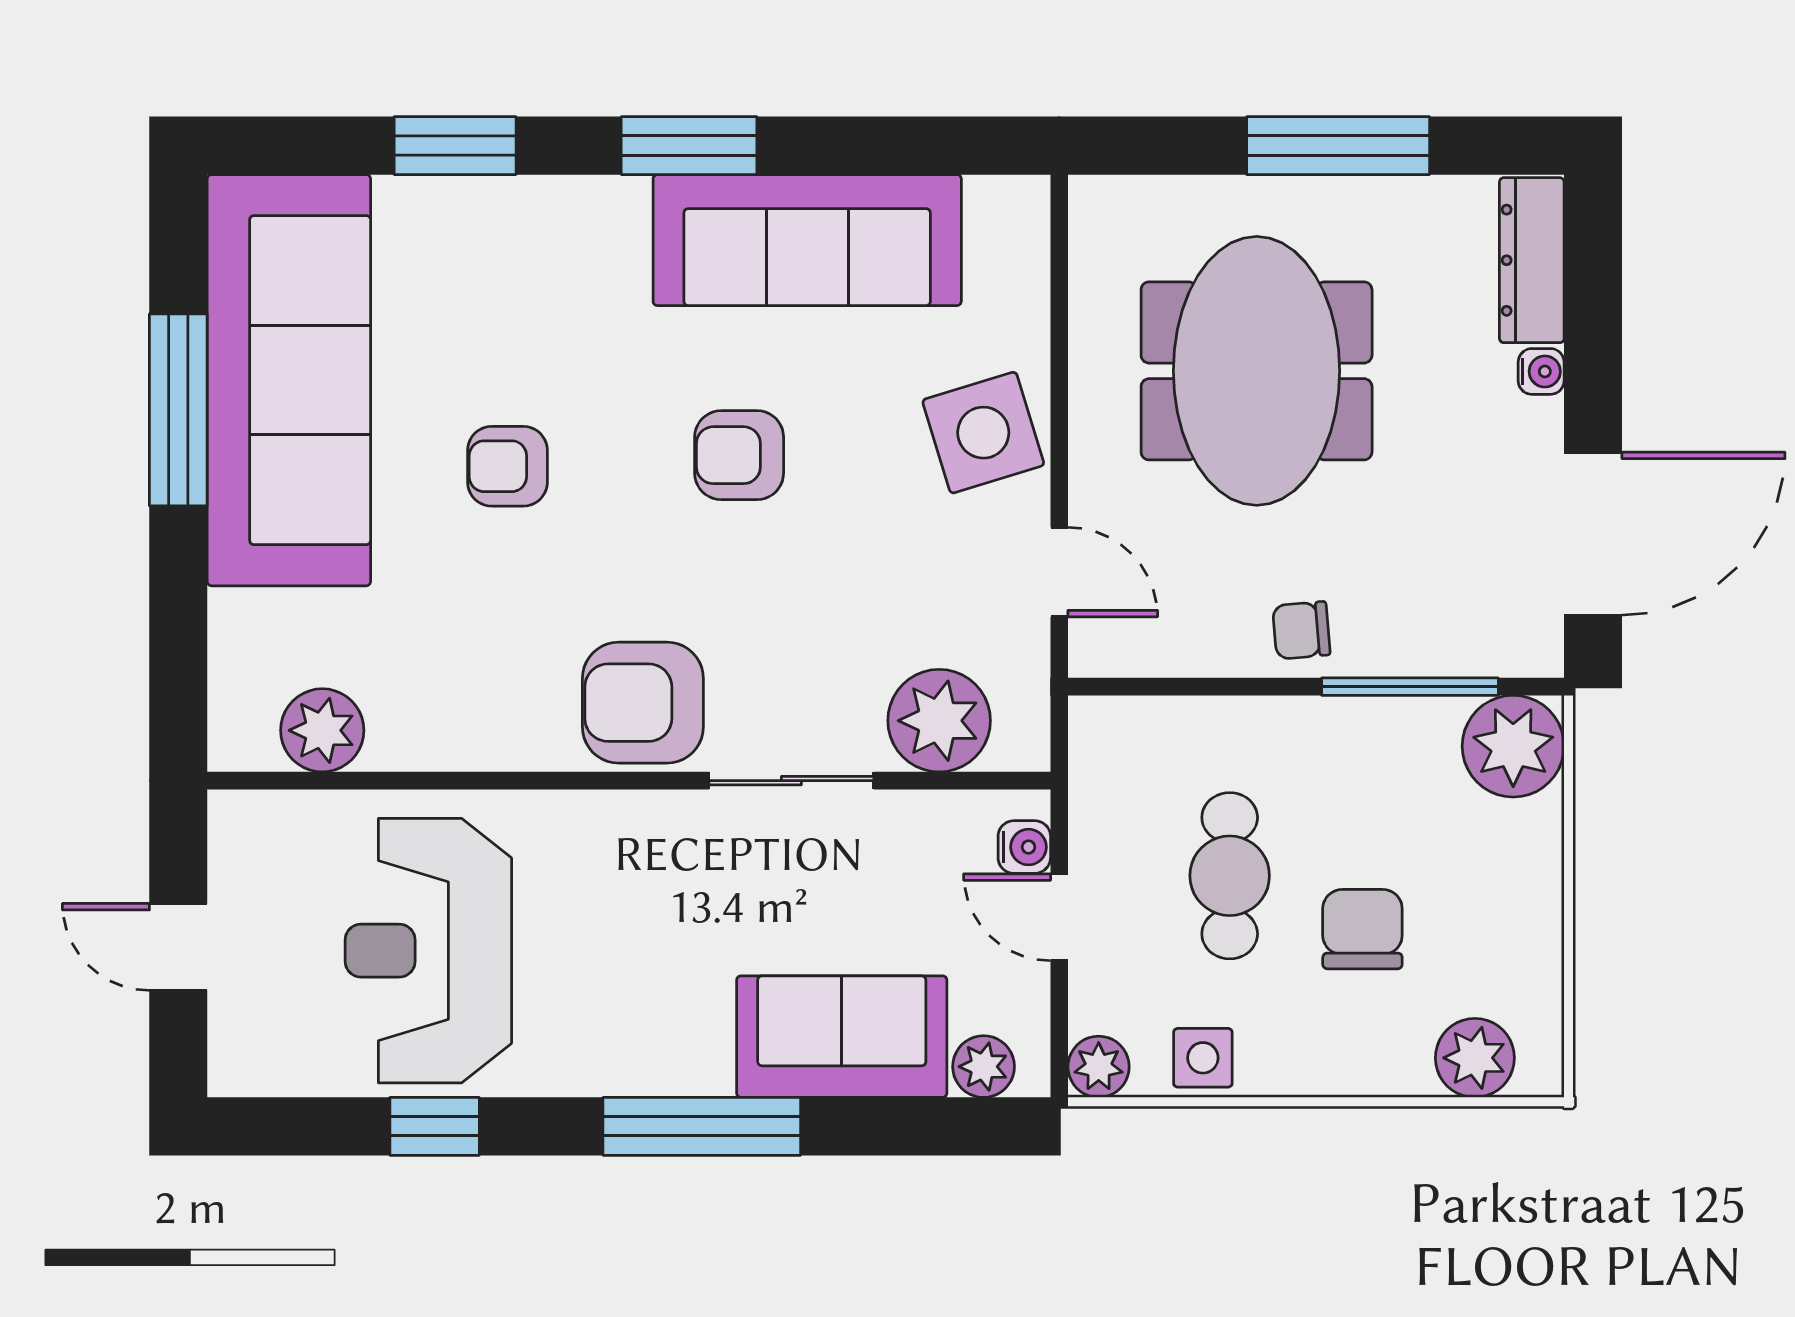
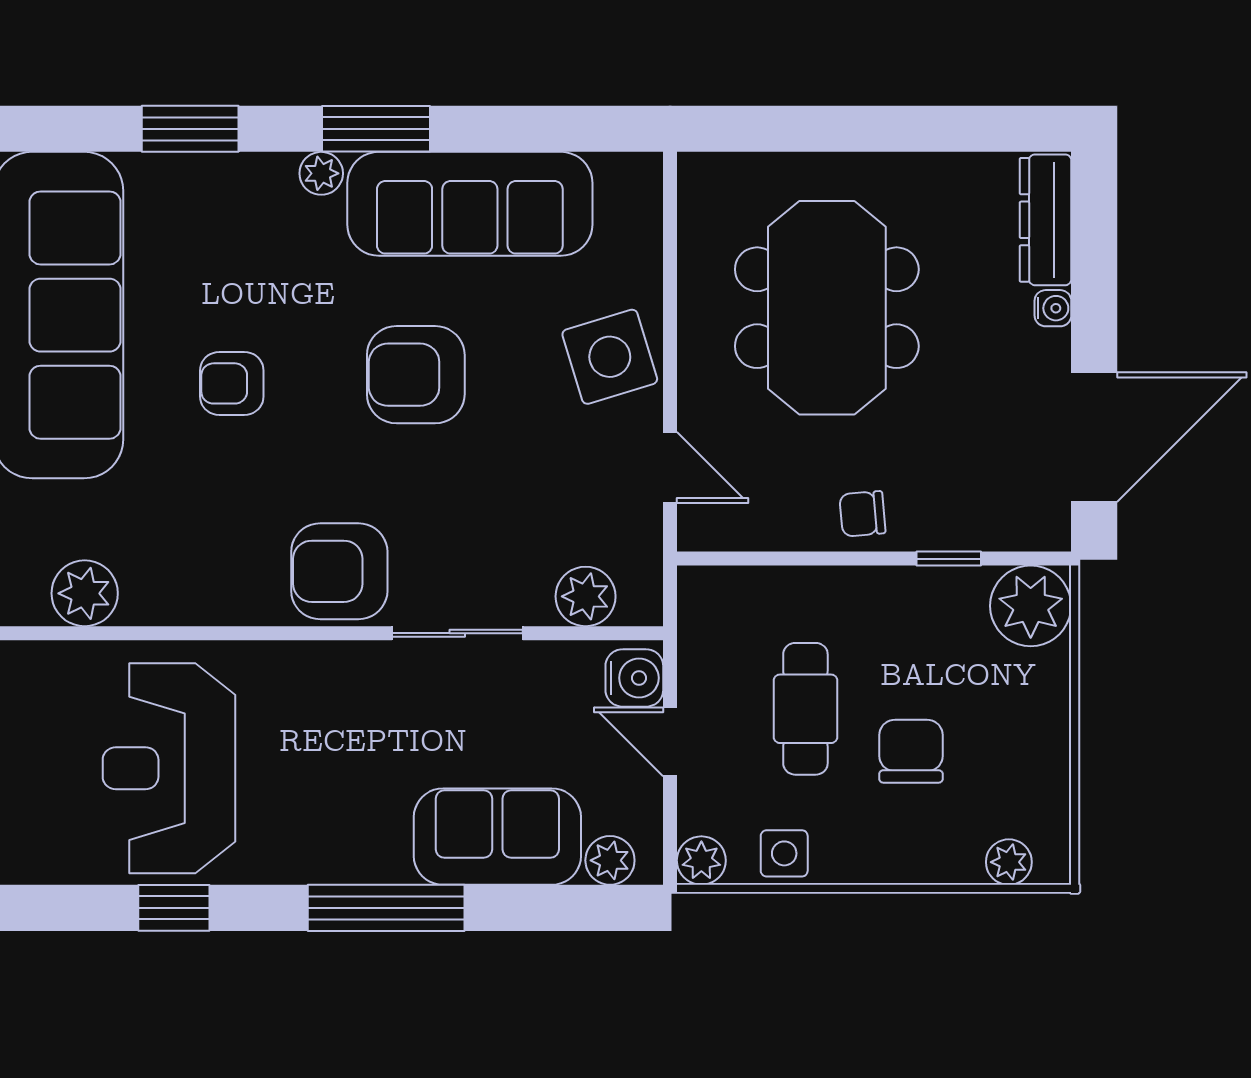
window: (1338, 146) -> (892, 129), removed
plant: (620, 202) -> (321, 173), added
armchair: (739, 455) -> (416, 375), width x1.38, depth x1.38
window: (1410, 687) -> (949, 559), width x0.46
plant: (939, 721) -> (586, 596), width x0.73, depth x0.73
water cooler: (1024, 847) -> (634, 678), width x1.38, depth x1.38
plant: (1475, 1058) -> (1009, 862), width x0.73, depth x0.73

